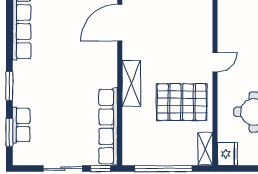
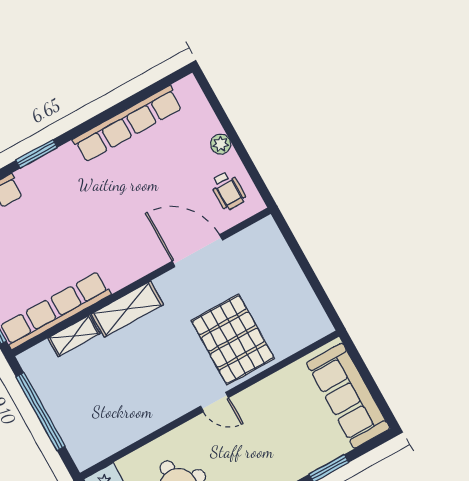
pallet: (182, 102) -> (233, 340), moved
shelving: (205, 149) -> (74, 336), moved

